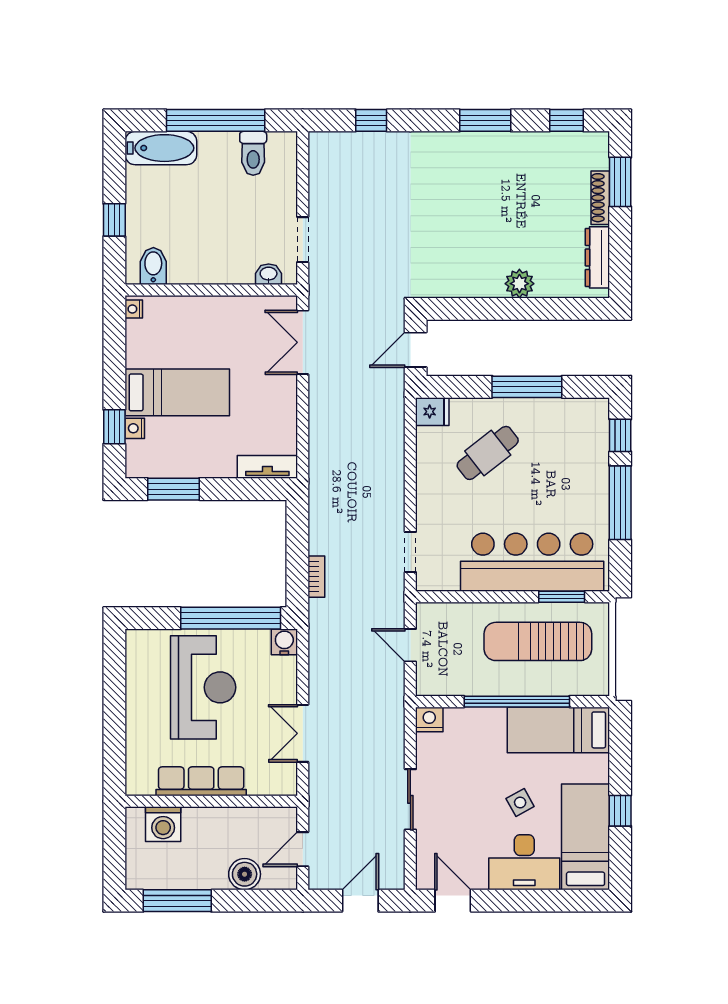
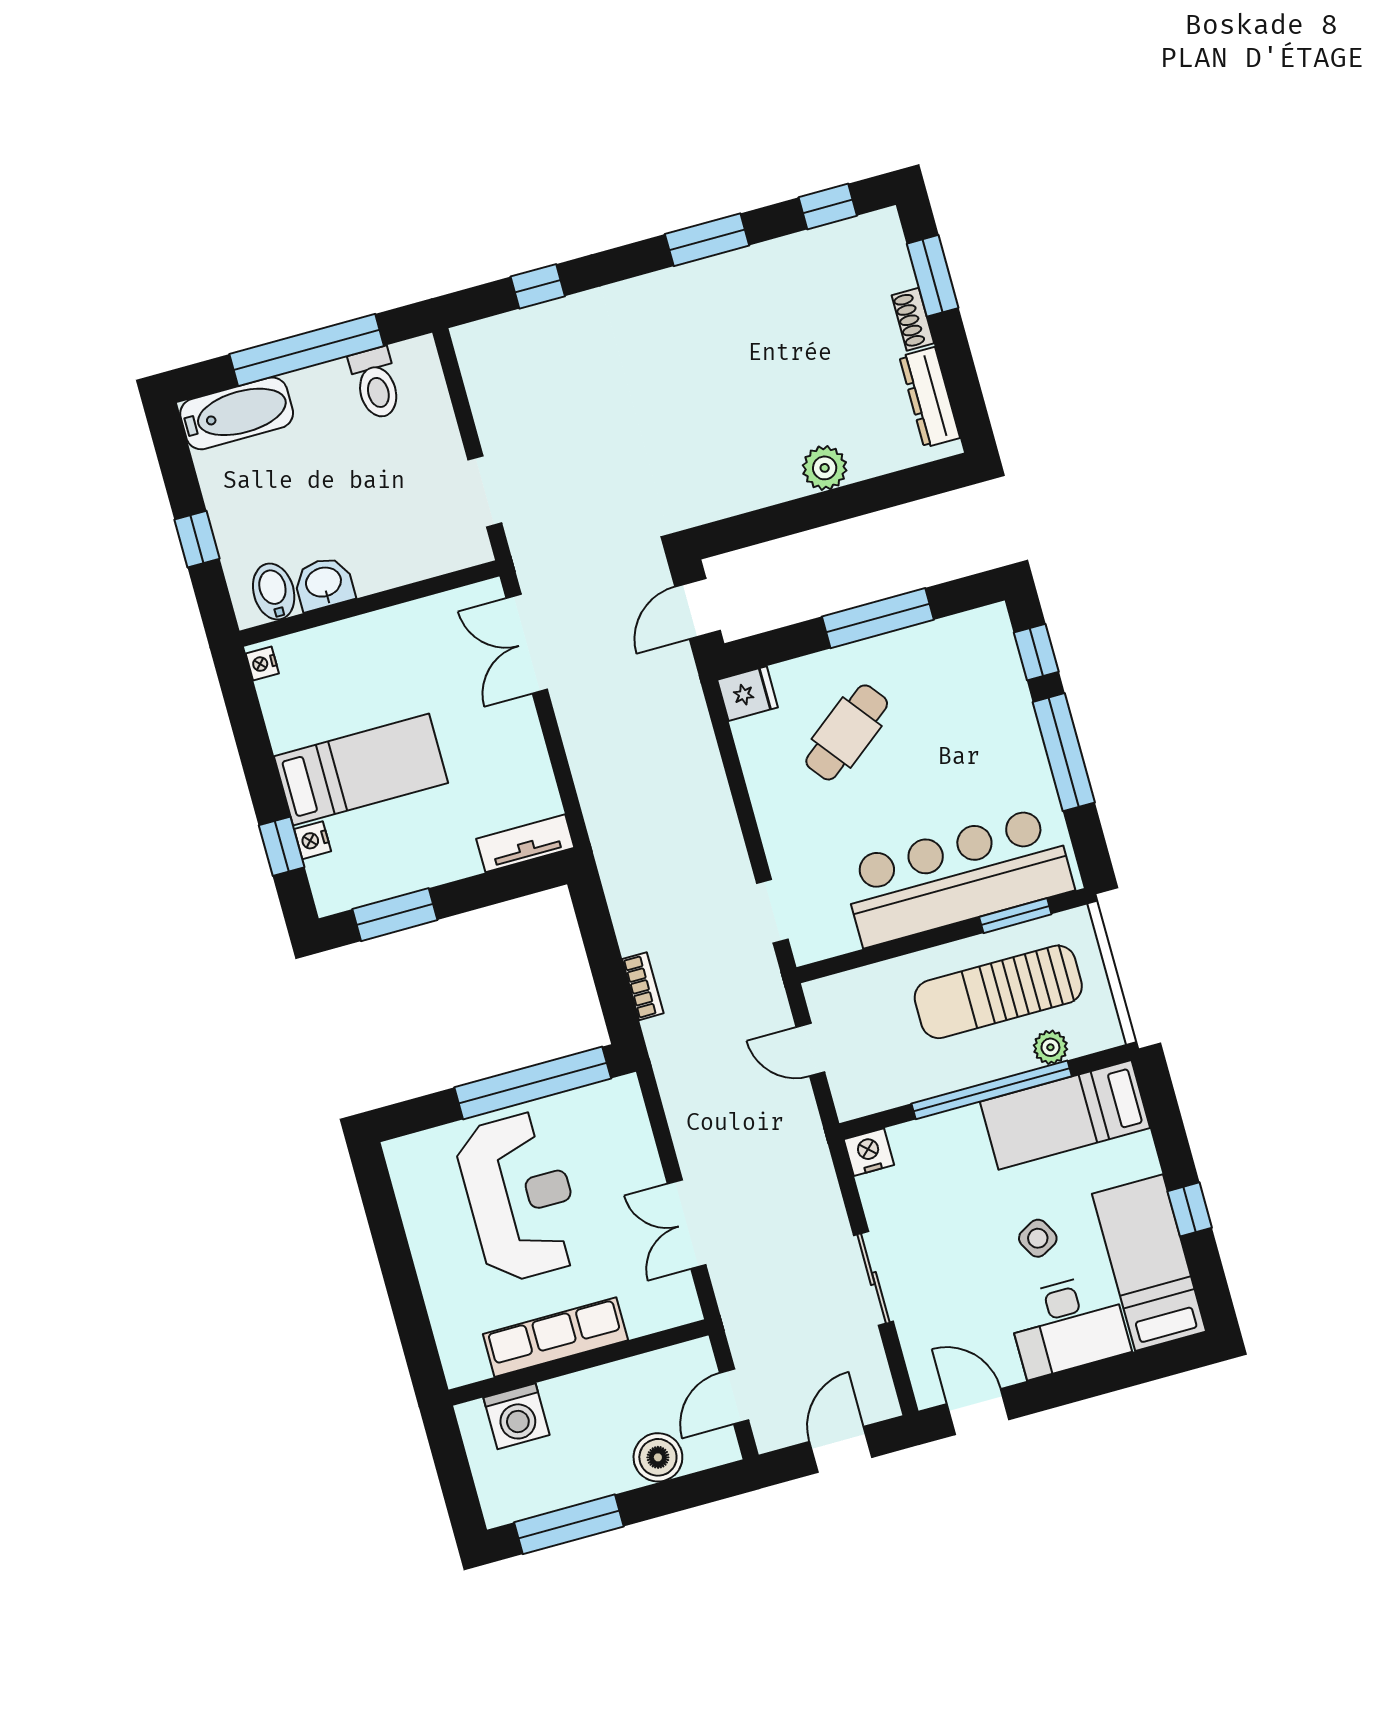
shoe rack: (600, 198) -> (913, 319), width x0.70
washbasin: (269, 274) -> (324, 583), moved, width x1.38, depth x1.45
water cooler: (284, 642) -> (622, 1096), removed
plant: (561, 685) -> (1050, 1047), added

